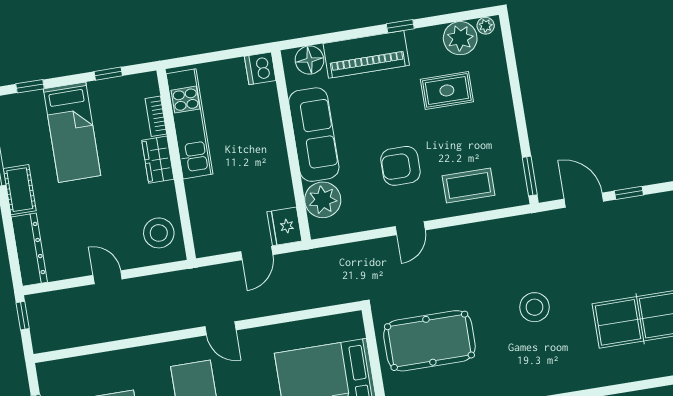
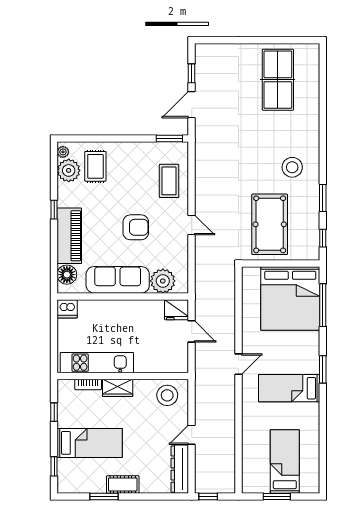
rug: (447, 90) -> (95, 166), moved
armchair: (400, 166) -> (136, 227), moved, turned -90
dresser: (29, 250) -> (180, 469), moved, turned -90
stool: (535, 307) -> (292, 167), moved

